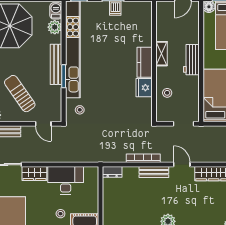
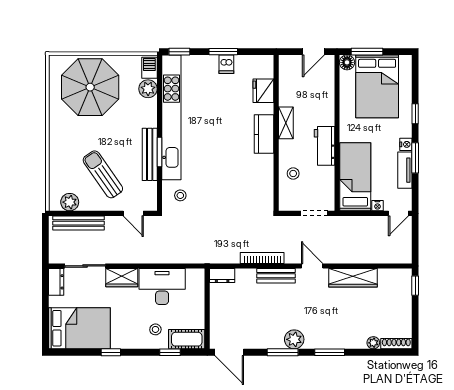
workbench: (191, 60) -> (324, 146), moved
bench: (56, 64) -> (150, 154), moved
fridge: (144, 88) -> (263, 91), moved

